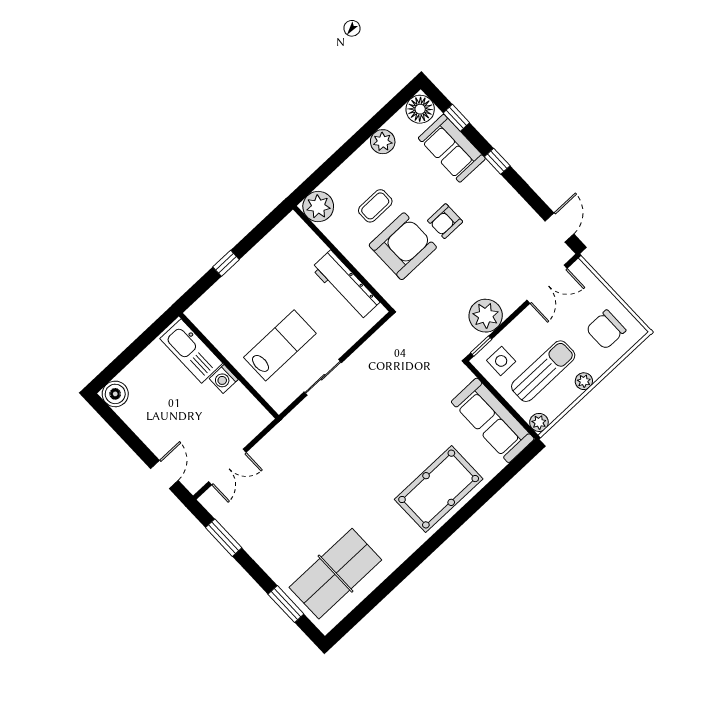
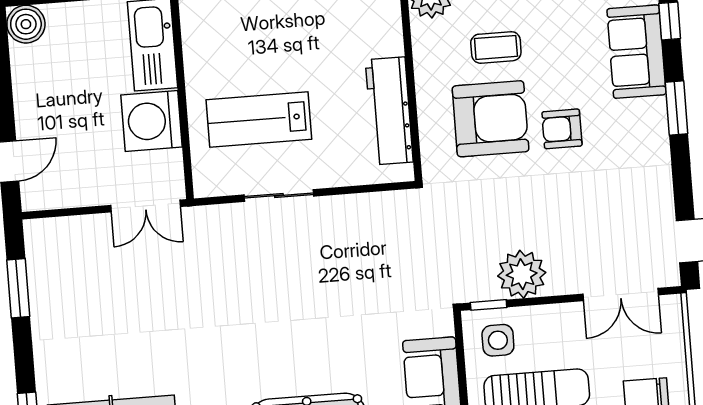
window: (497, 161) -> (676, 108), width x1.50
lab bench: (280, 345) -> (259, 119), turned 180
washing machine: (224, 379) -> (152, 121), width x1.89, depth x1.89
double door: (227, 467) -> (145, 206), moved

